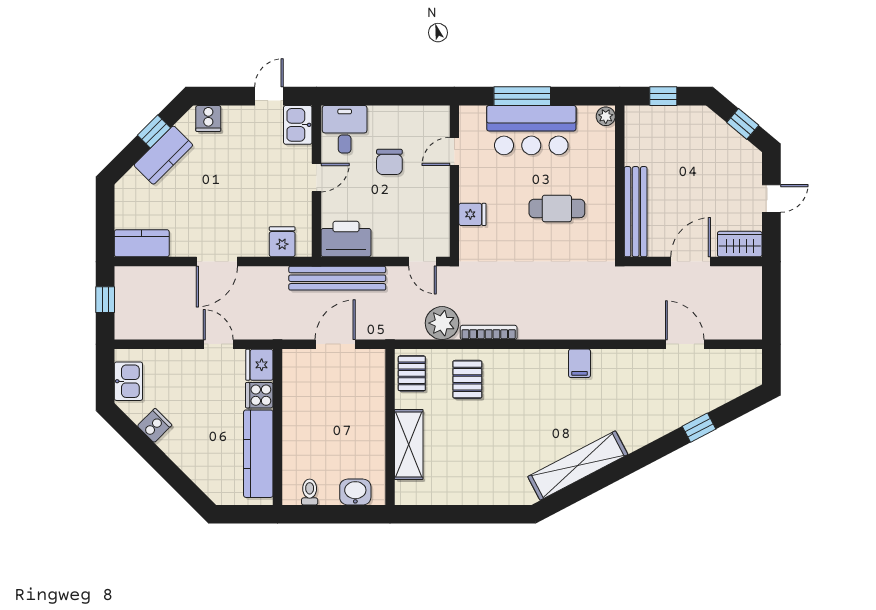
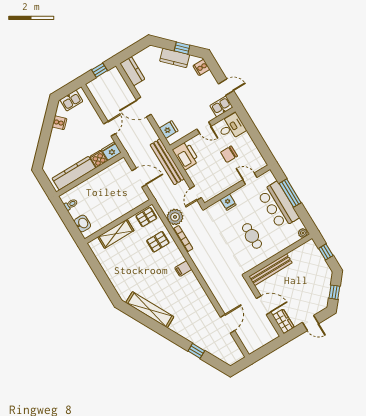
filing cabinet: (579, 363) -> (183, 269), moved

